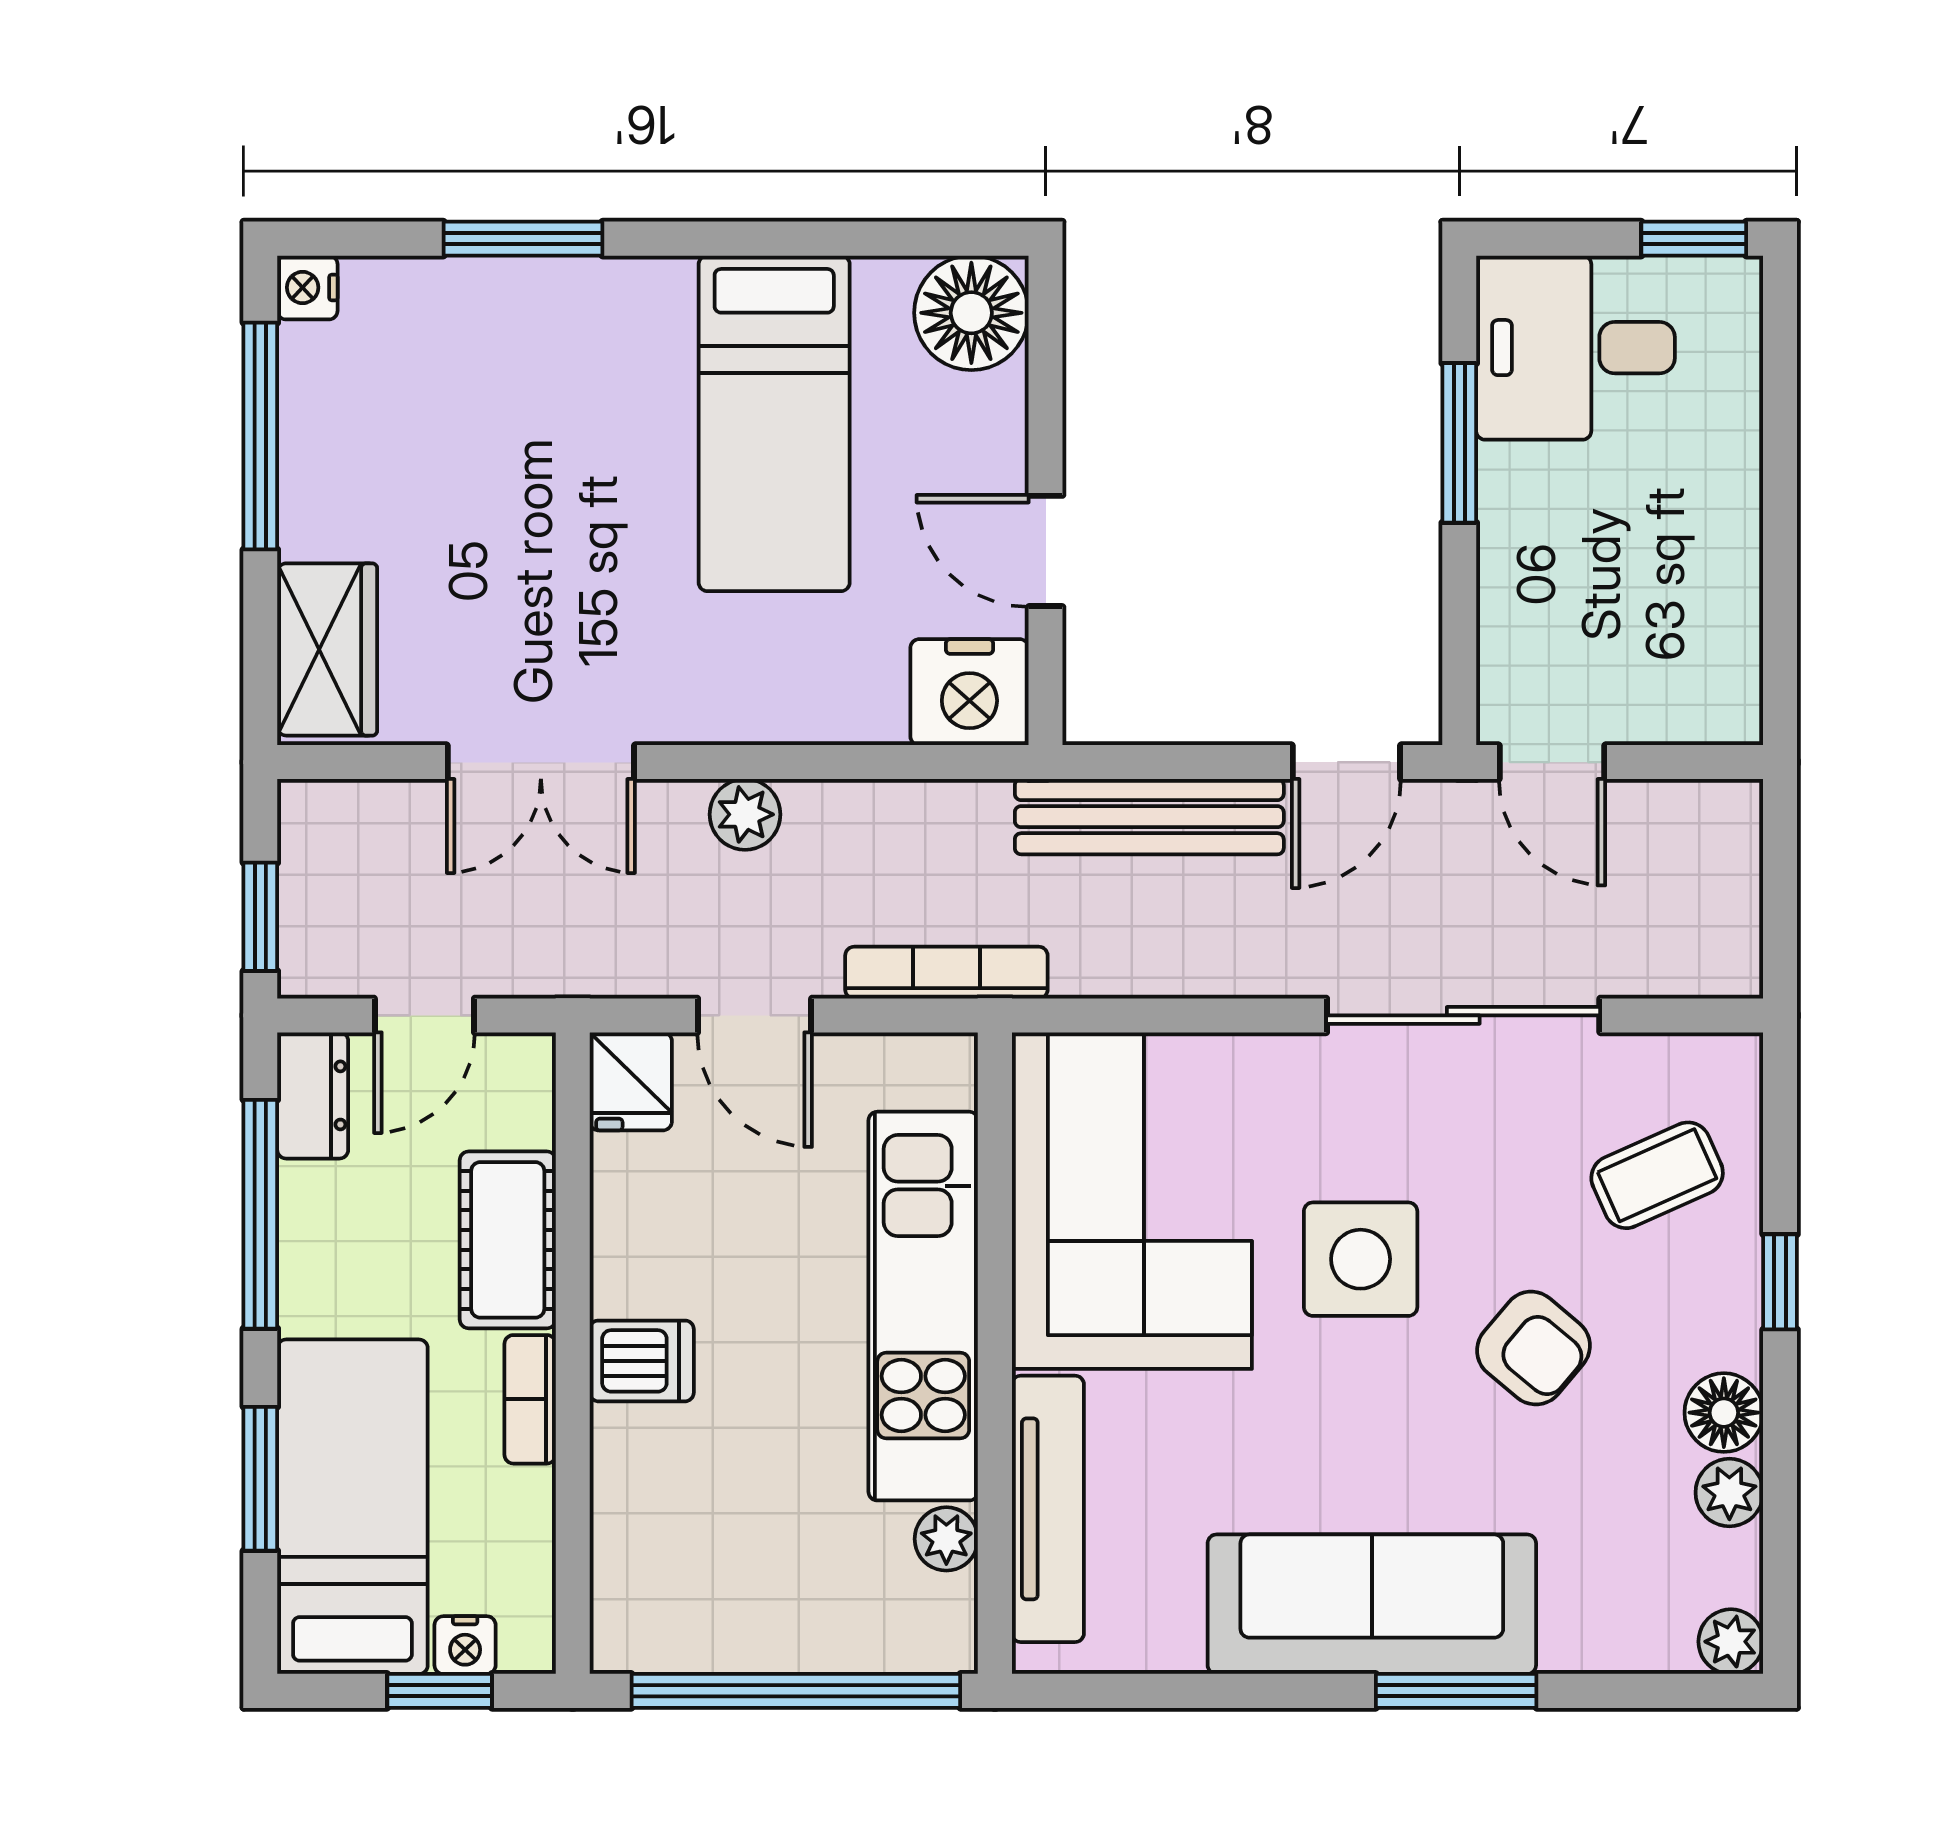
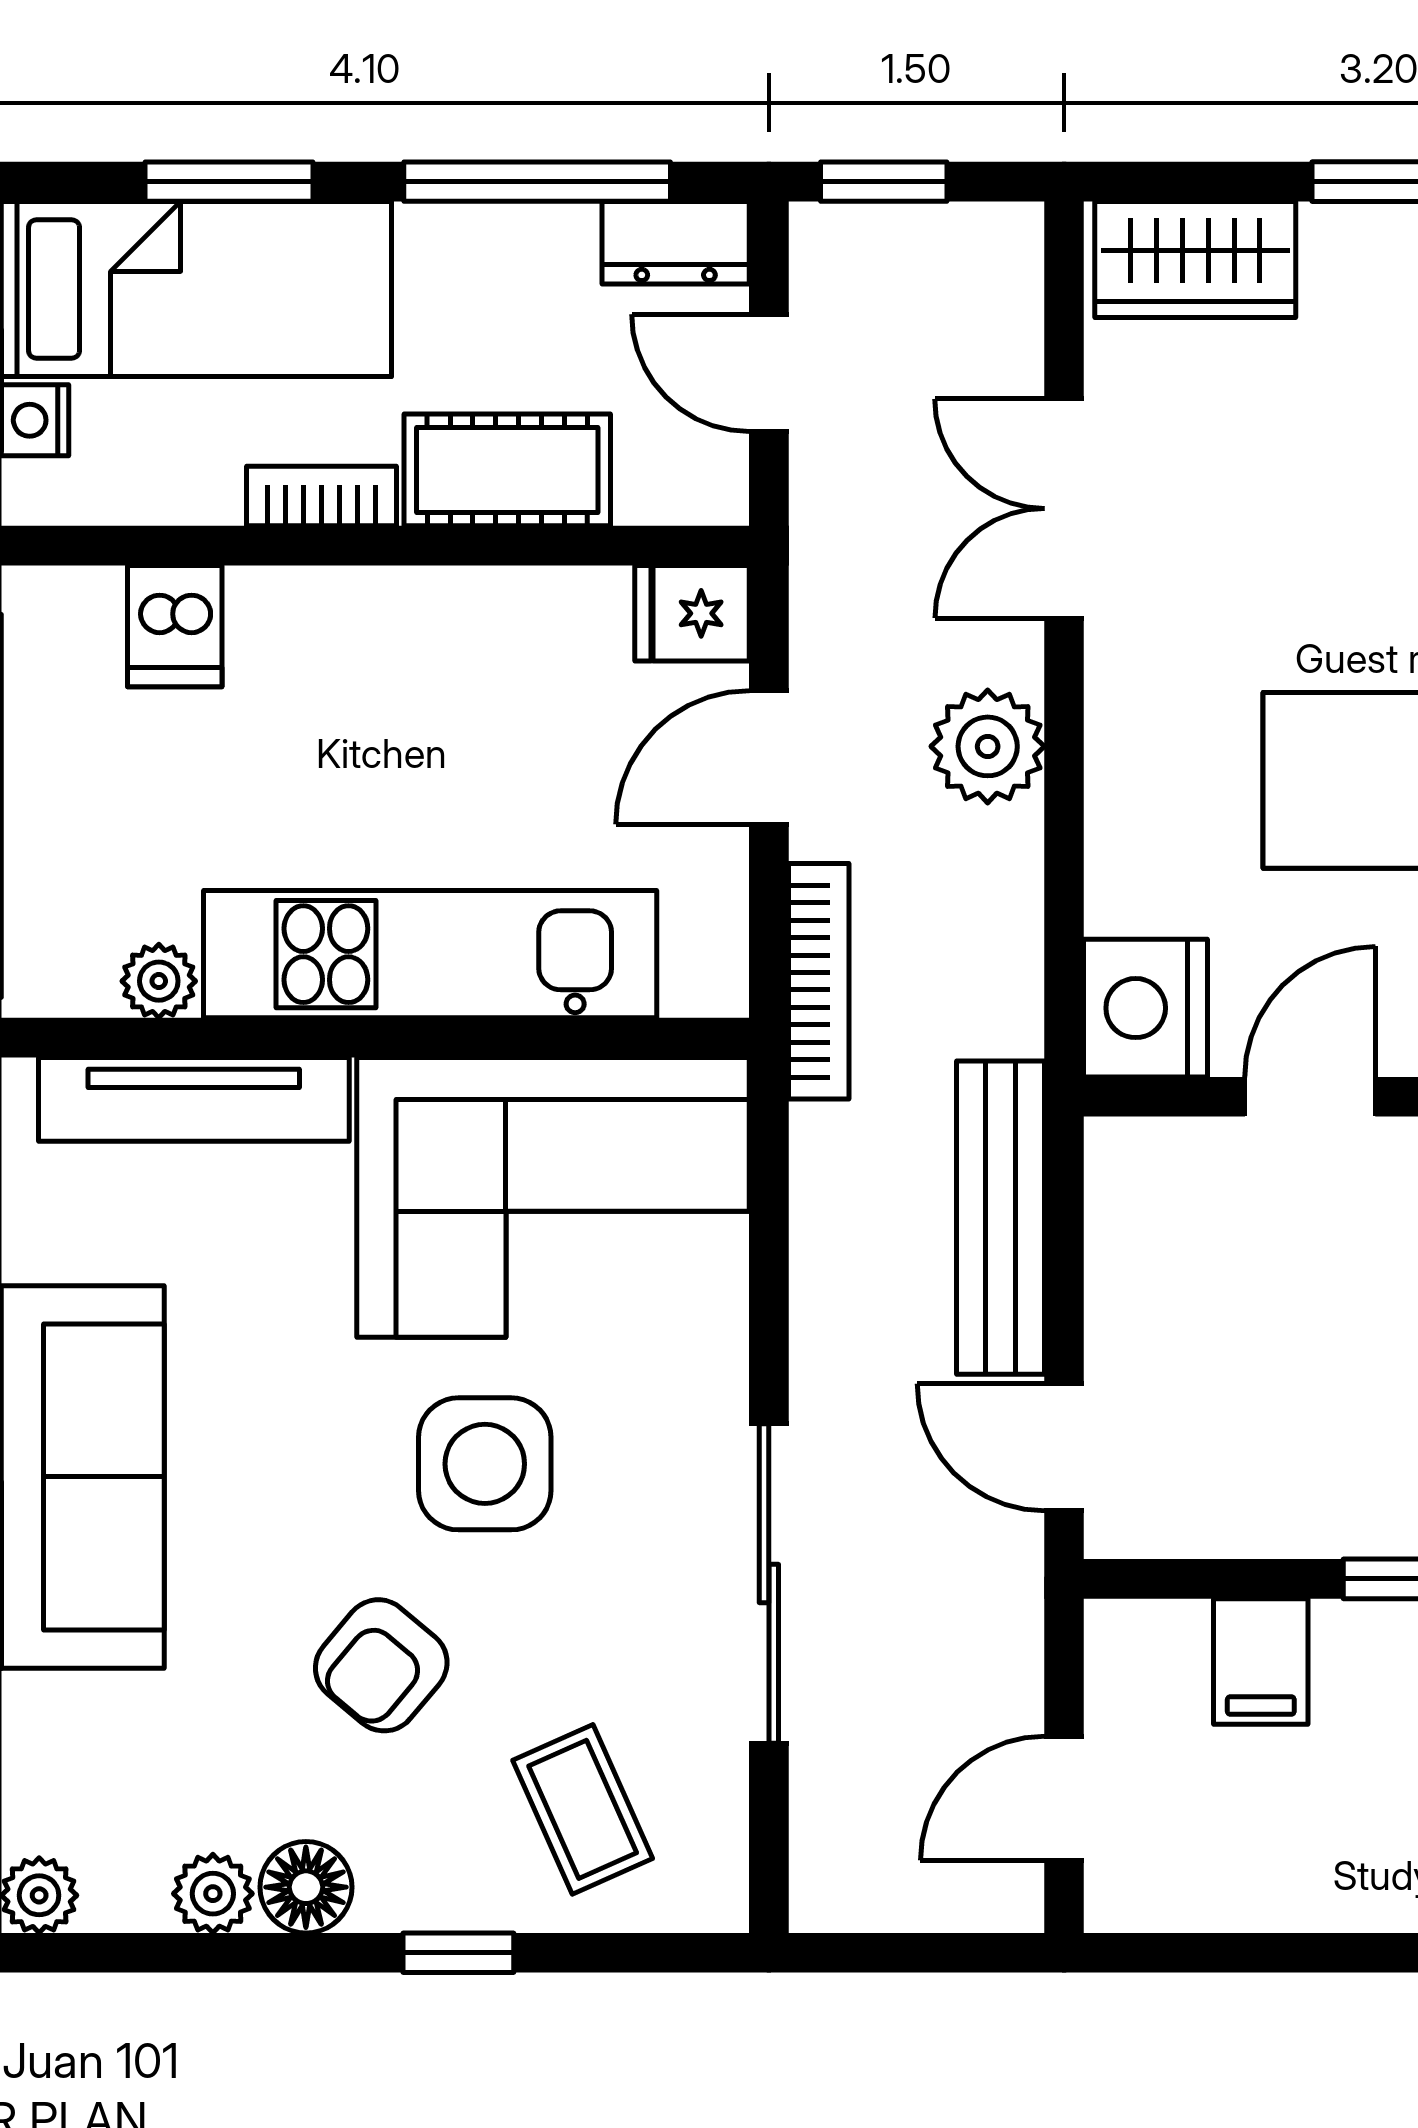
filing cabinet: (1530, 593) -> (1261, 1661), added
door: (1552, 762) -> (1064, 1798), moved
plant: (745, 814) -> (988, 746), width x1.38, depth x1.38
dishwasher: (642, 1361) -> (175, 626), moved

